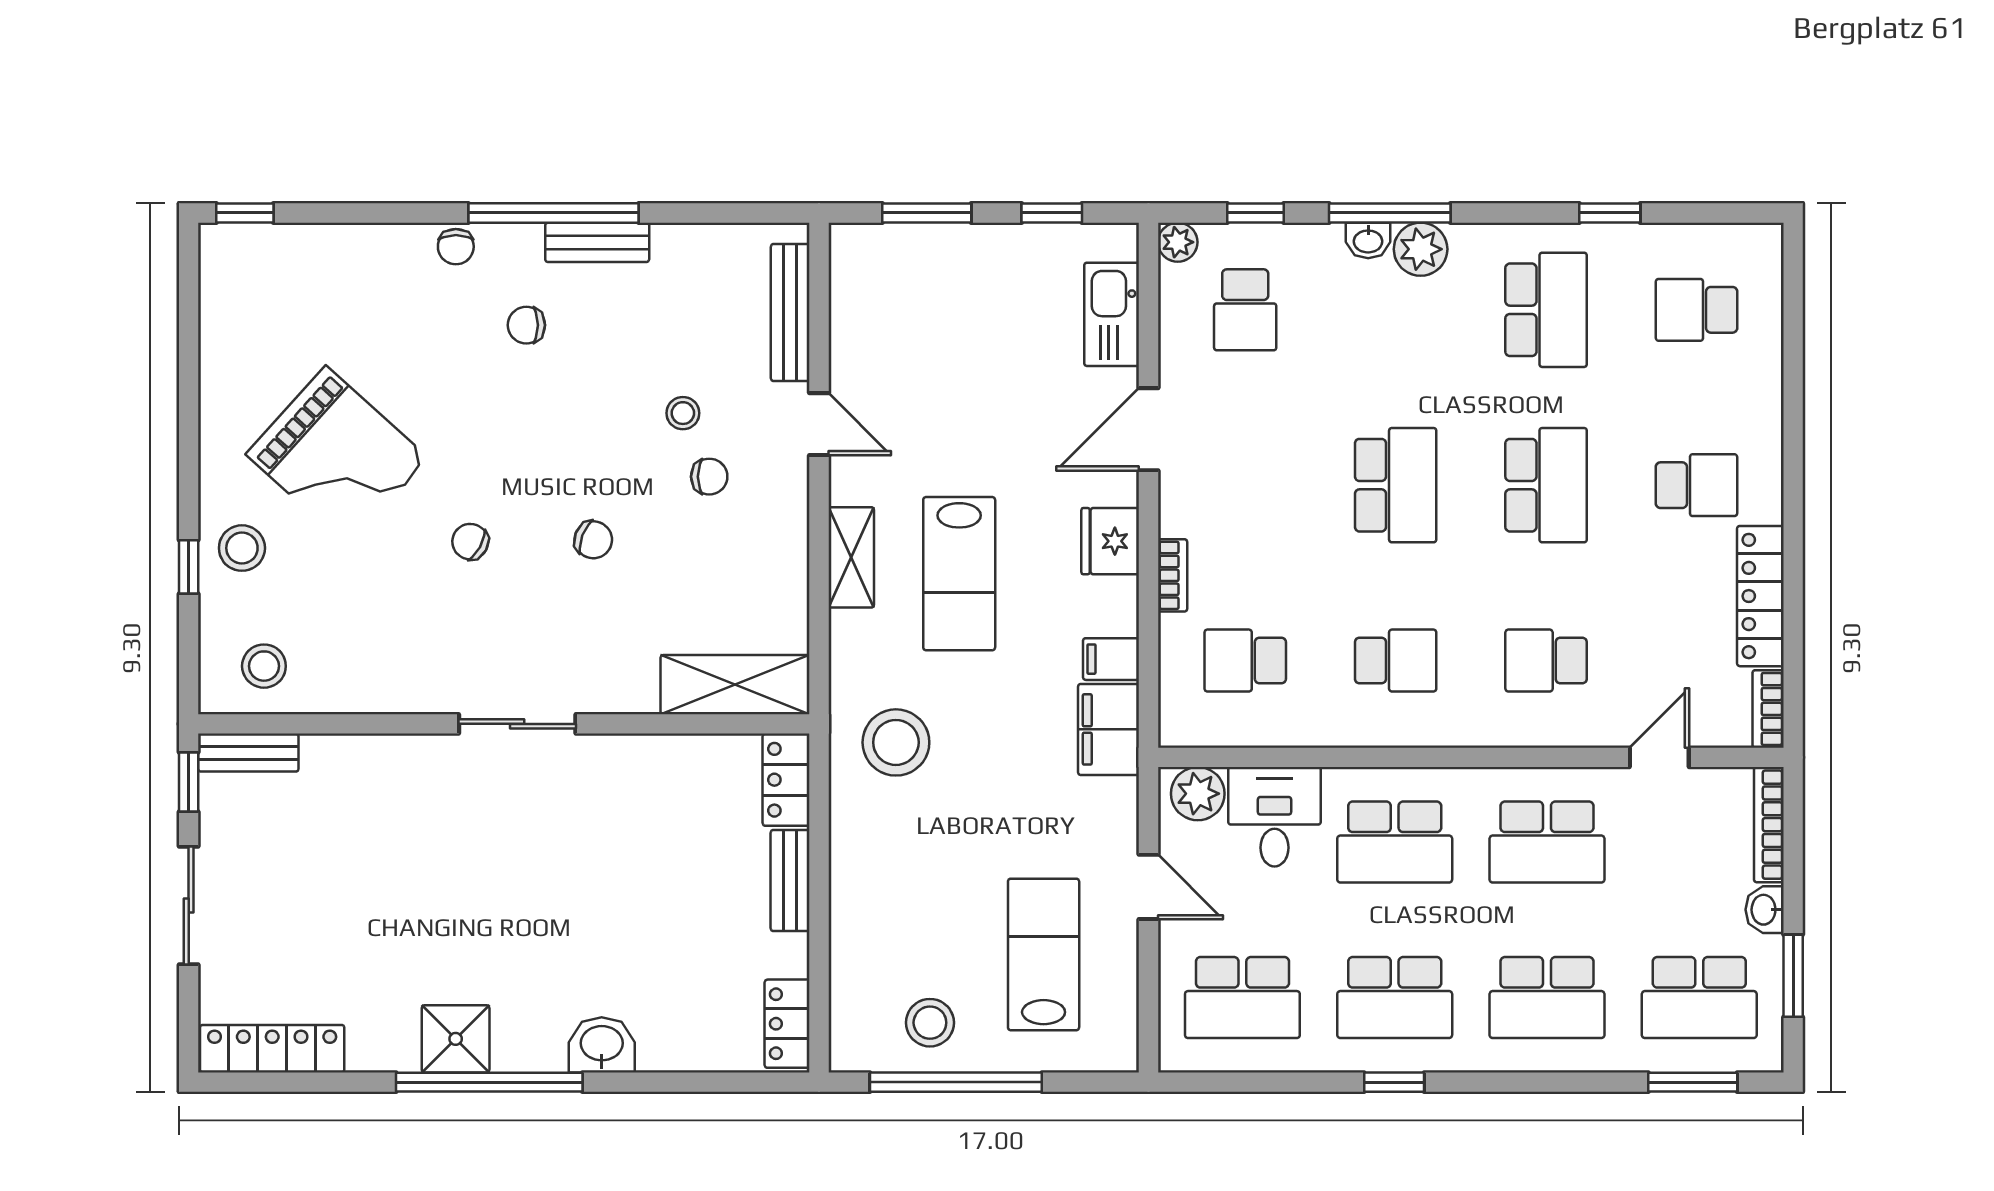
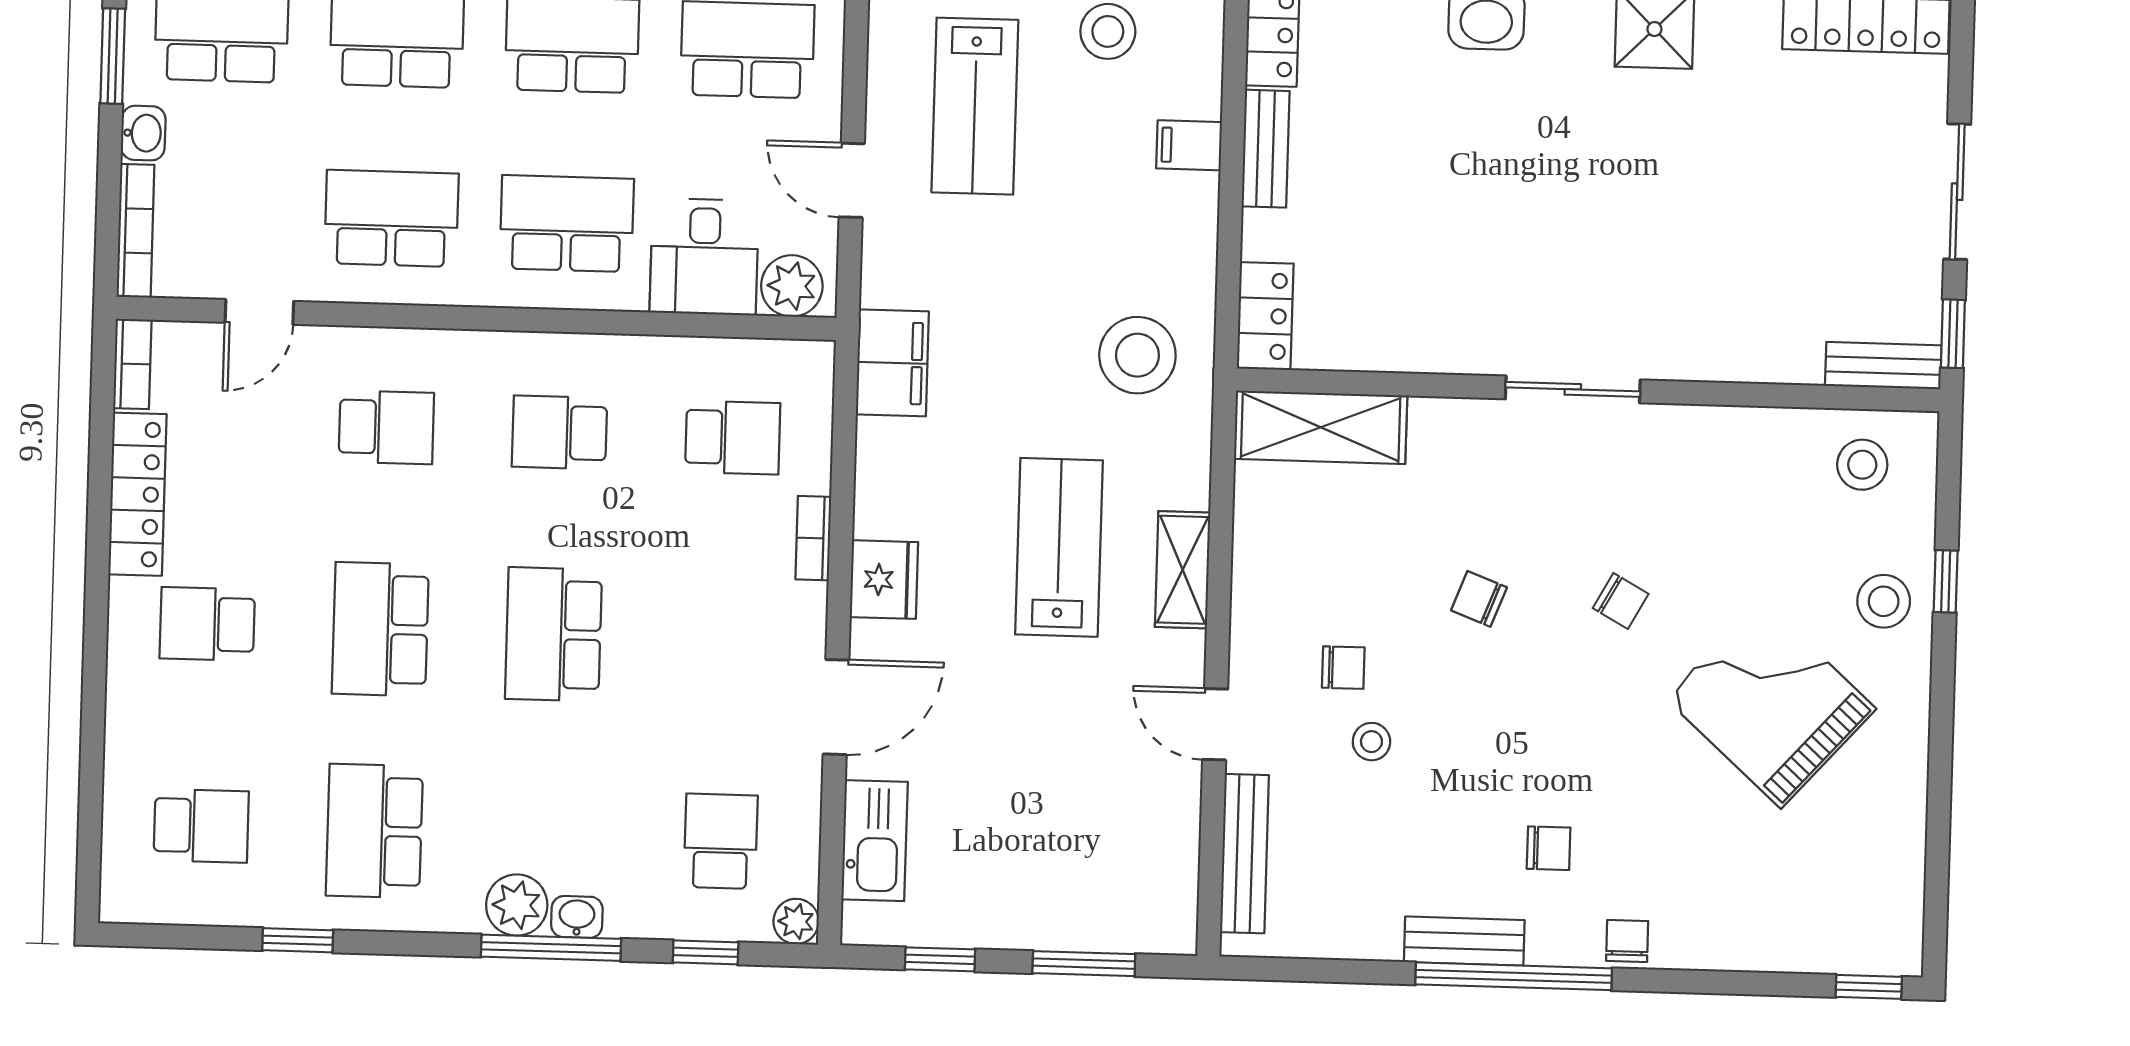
chair: (709, 477) -> (1343, 668), turned 180
filing cabinet: (1111, 659) -> (1189, 145), moved, turned 180
bench: (790, 880) -> (1266, 149), moved

